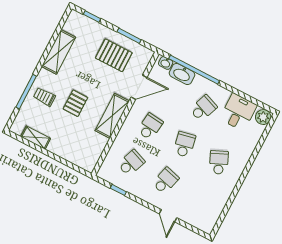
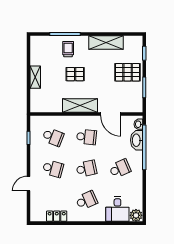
pallet: (114, 55) -> (128, 72), moved, turned 90
school desk: (203, 108) -> (120, 169), turned -45
desk: (238, 112) -> (117, 209), moved, turned 90
shelving: (36, 138) -> (35, 77), moved
locker: (219, 204) -> (57, 216), added

